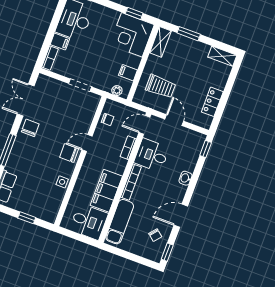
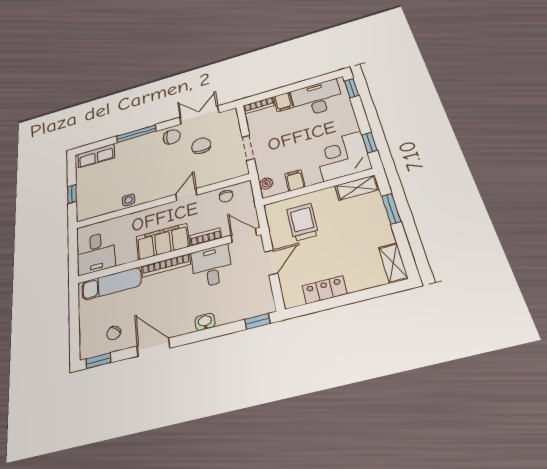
trolley: (161, 86) -> (303, 222), turned 180
door: (87, 143) -> (186, 195), hinge flipped
chair: (69, 153) -> (201, 146), moved
filing cabinet: (106, 191) -> (163, 242), moved

